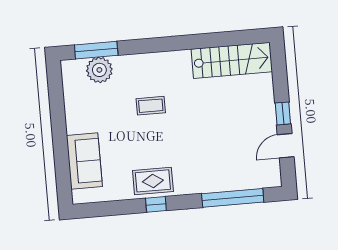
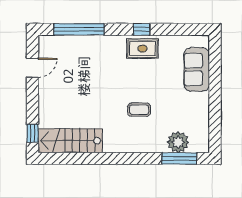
window: (283, 113) -> (33, 133), moved

